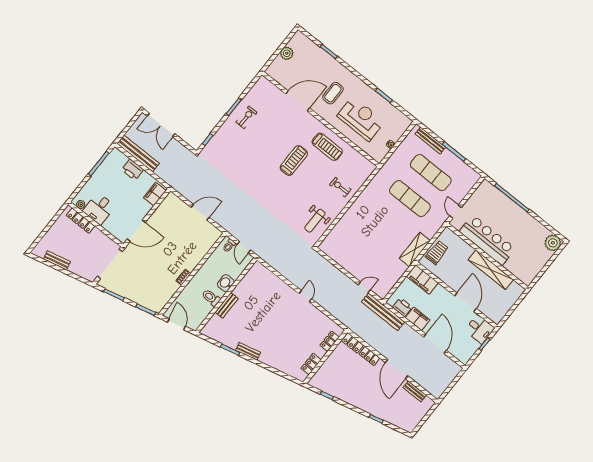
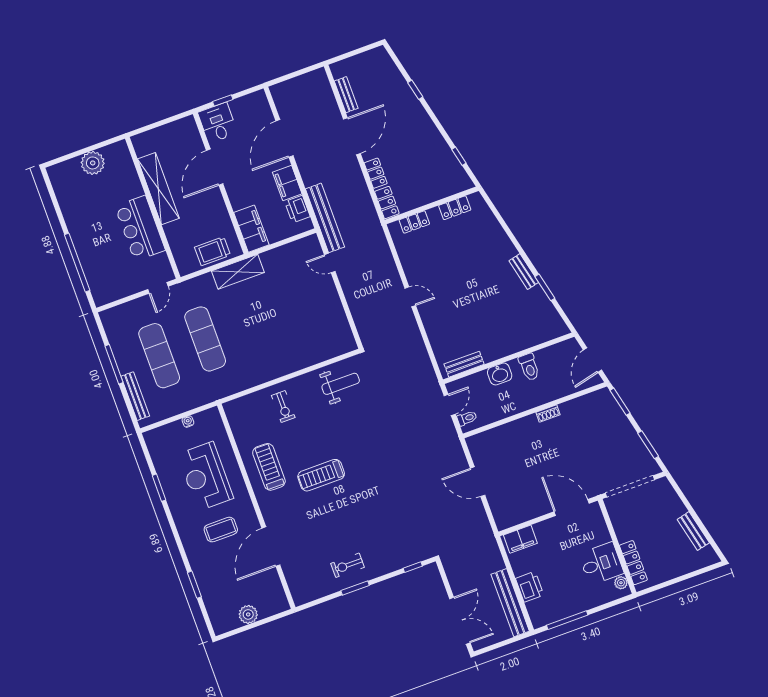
door: (298, 101) -> (271, 547), hinge flipped
bar counter: (487, 240) -> (140, 228), width x0.73
plant: (553, 243) -> (93, 163), moved
door: (305, 296) -> (410, 297), swing flipped
bench: (227, 305) -> (464, 364), moved

